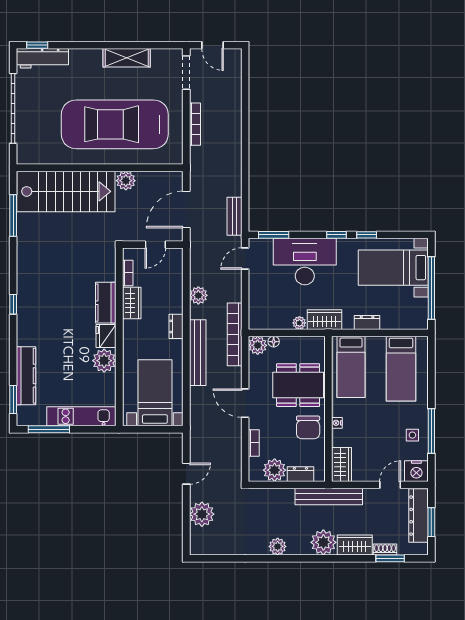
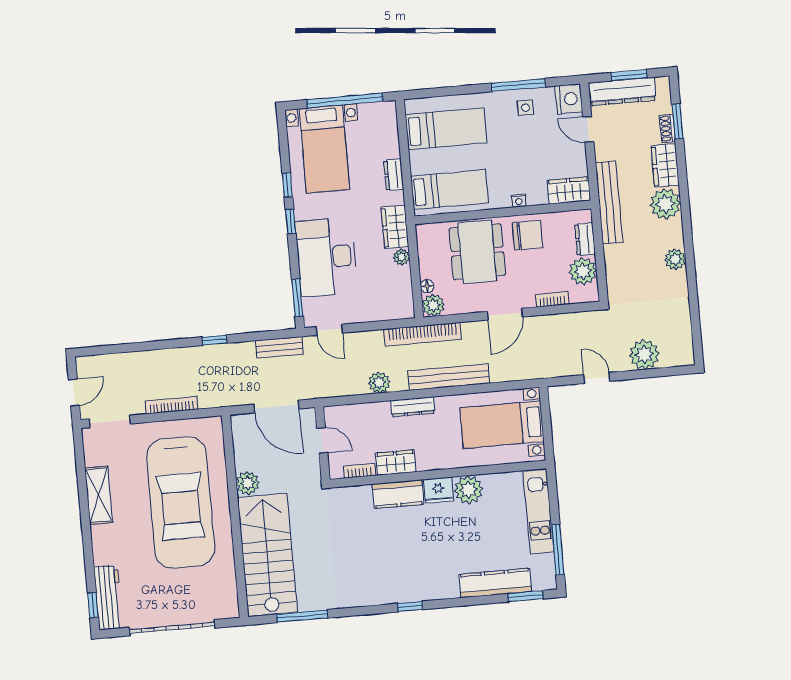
window: (245, 164) -> (214, 340), added
dresser: (176, 326) -> (413, 407), width x1.44

